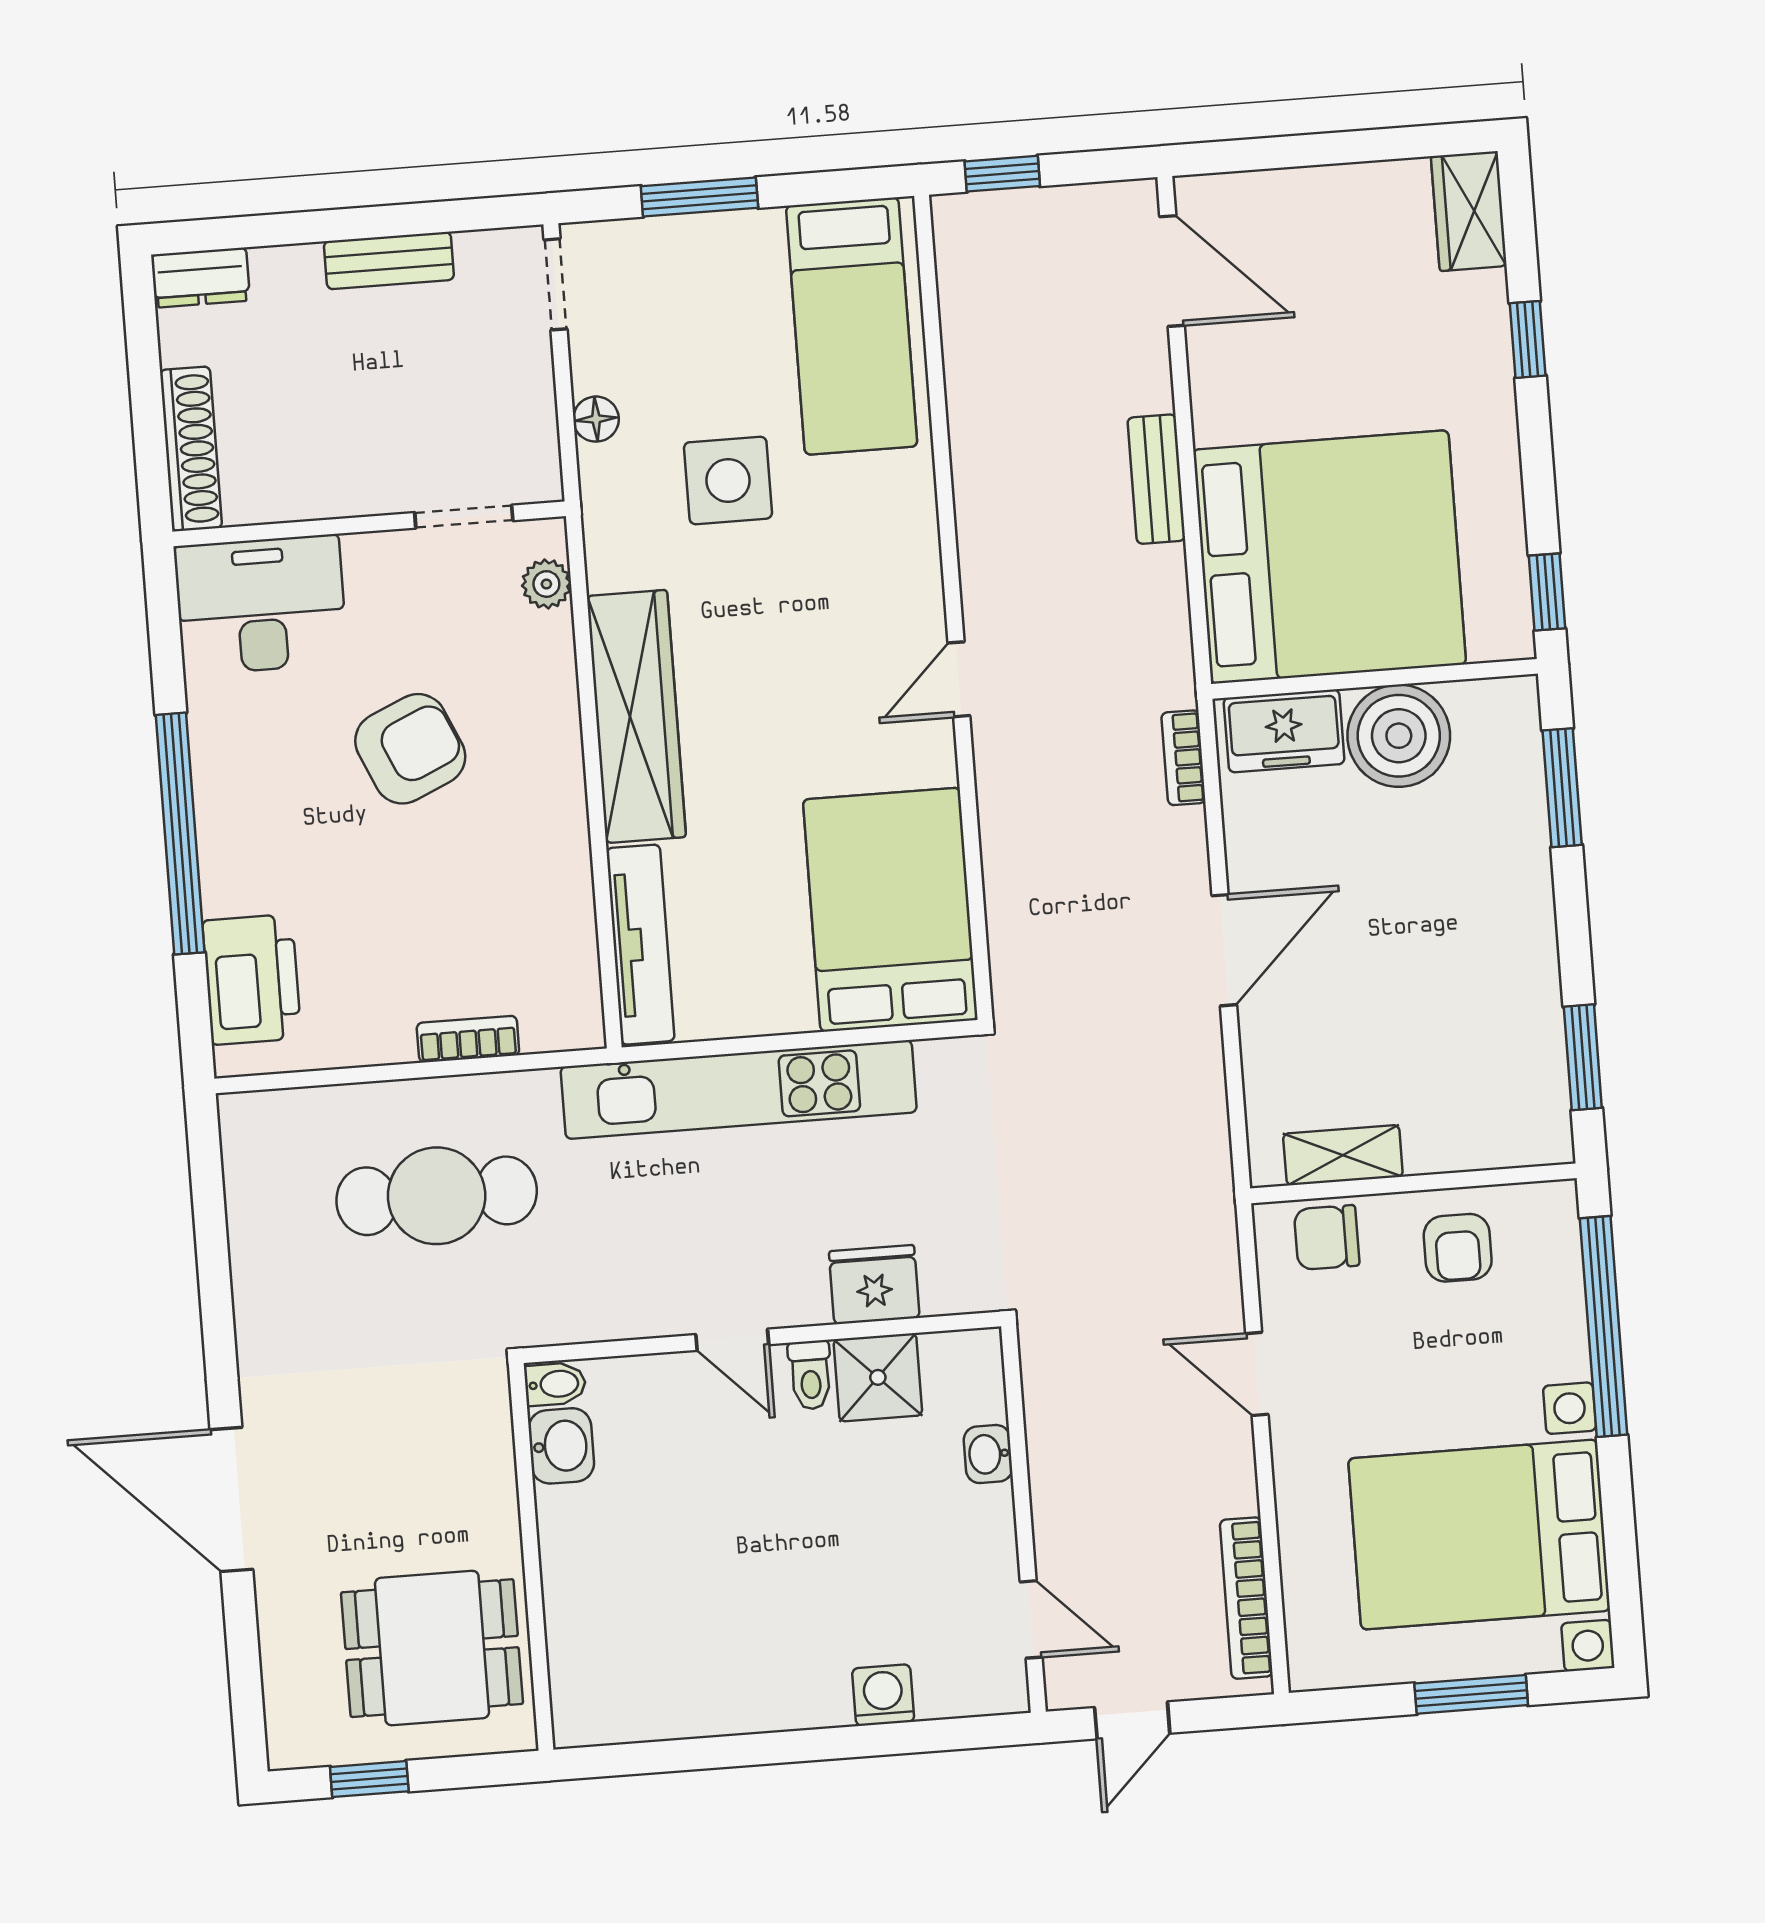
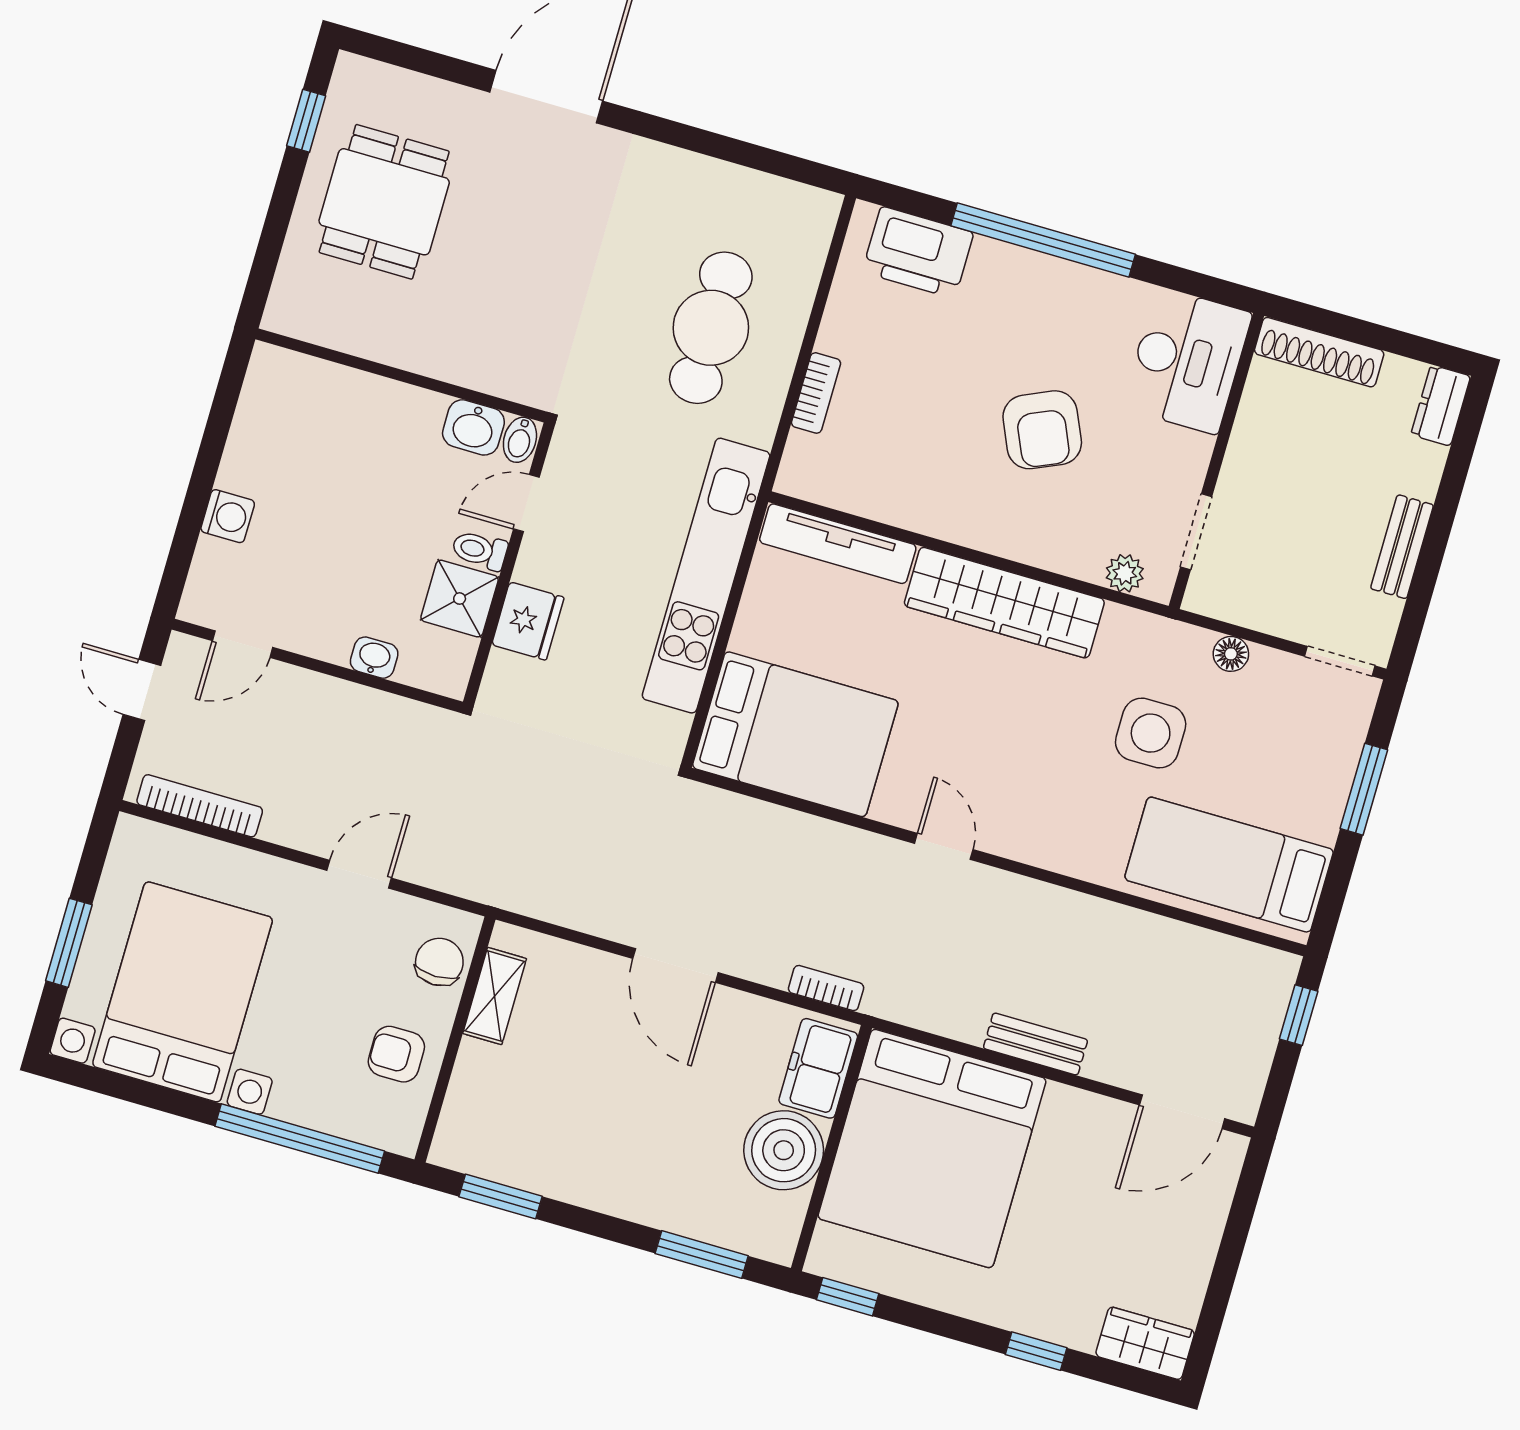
bidet: (555, 1384) -> (520, 440), moved
washbasin: (561, 1446) -> (473, 427), moved
wall: (531, 1557) -> (401, 375), moved

